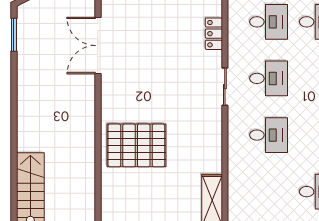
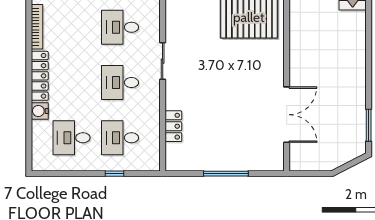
sliding door: (225, 87) -> (163, 61), moved

